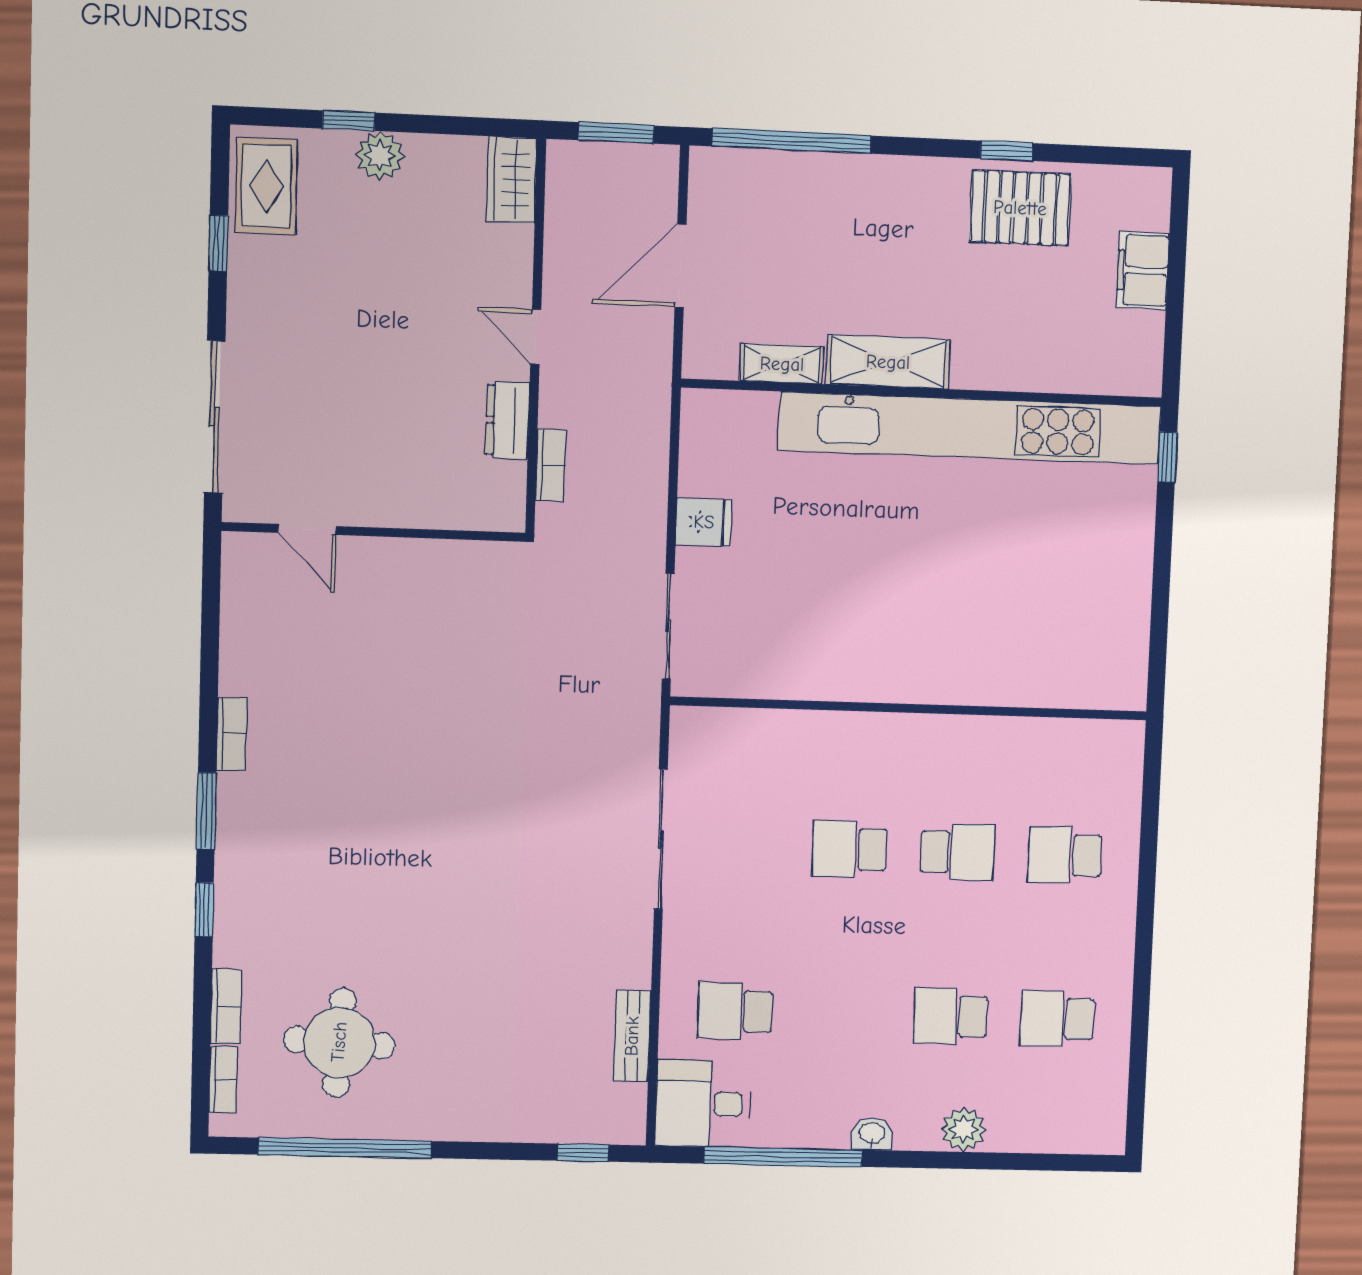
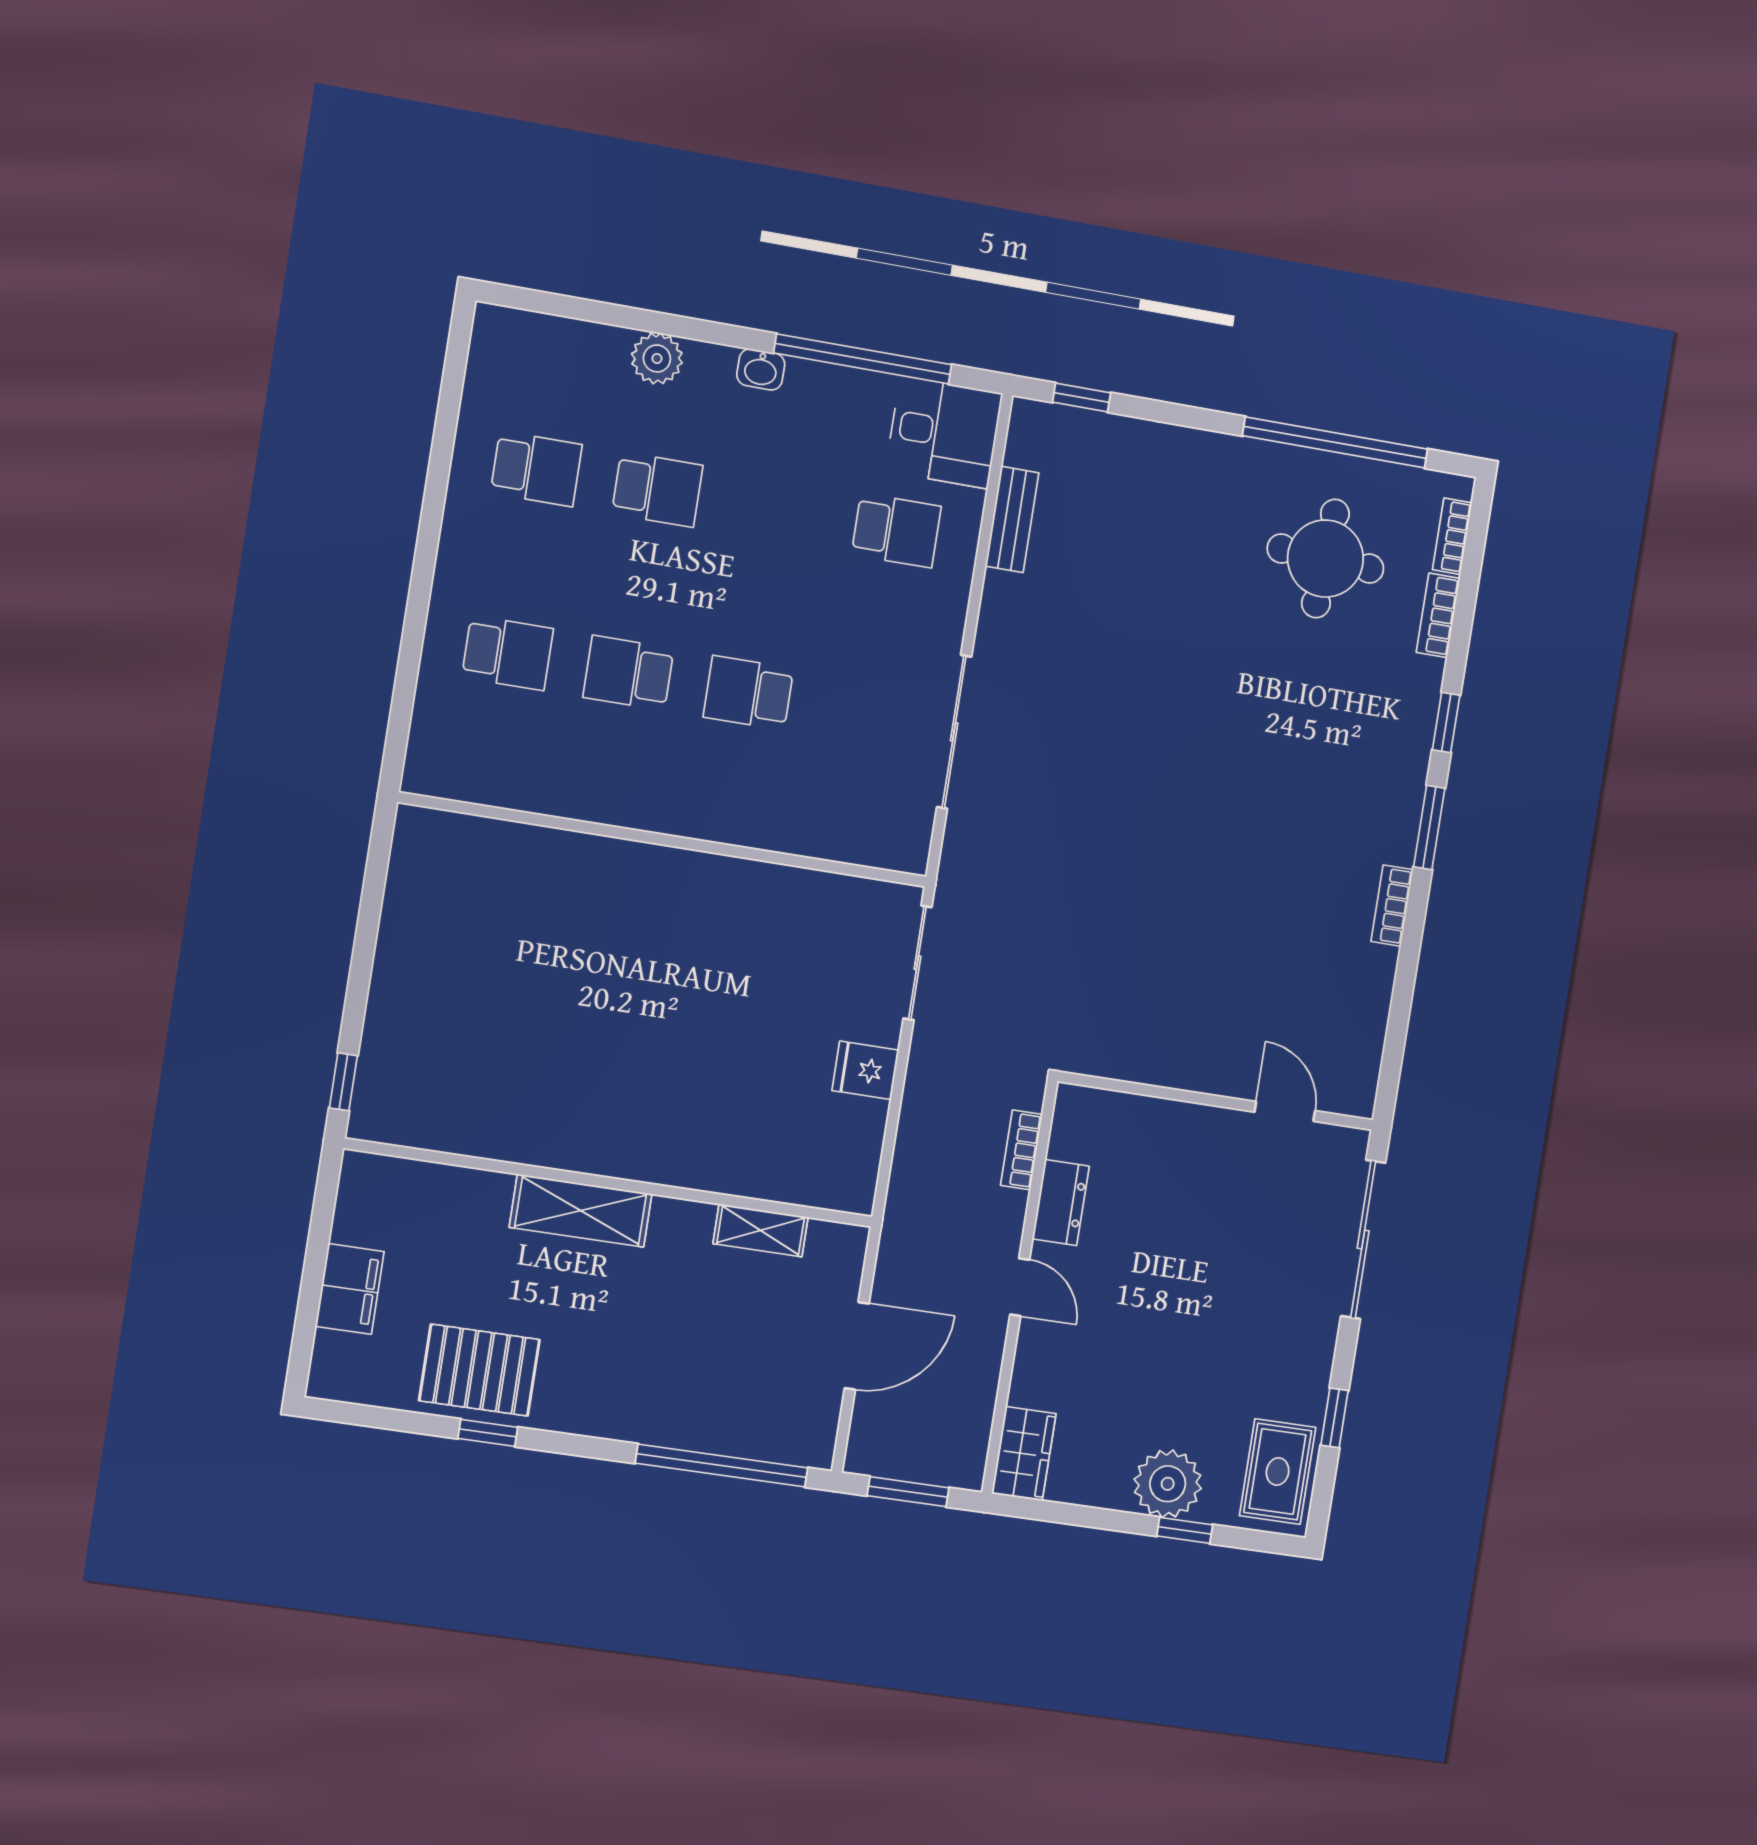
plant: (380, 156) -> (1168, 1484), width x1.36, depth x1.36
shelving: (888, 362) -> (581, 1211), moved
kitchen unit: (971, 428) -> (561, 1138), removed
school desk: (850, 849) -> (748, 693), turned 180

